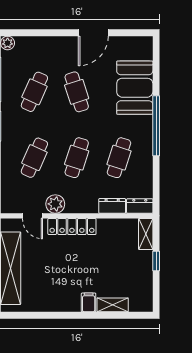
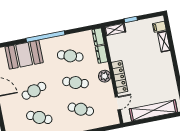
plant: (55, 204) -> (105, 76), moved
filing cabinet: (89, 302) -> (159, 27), moved

